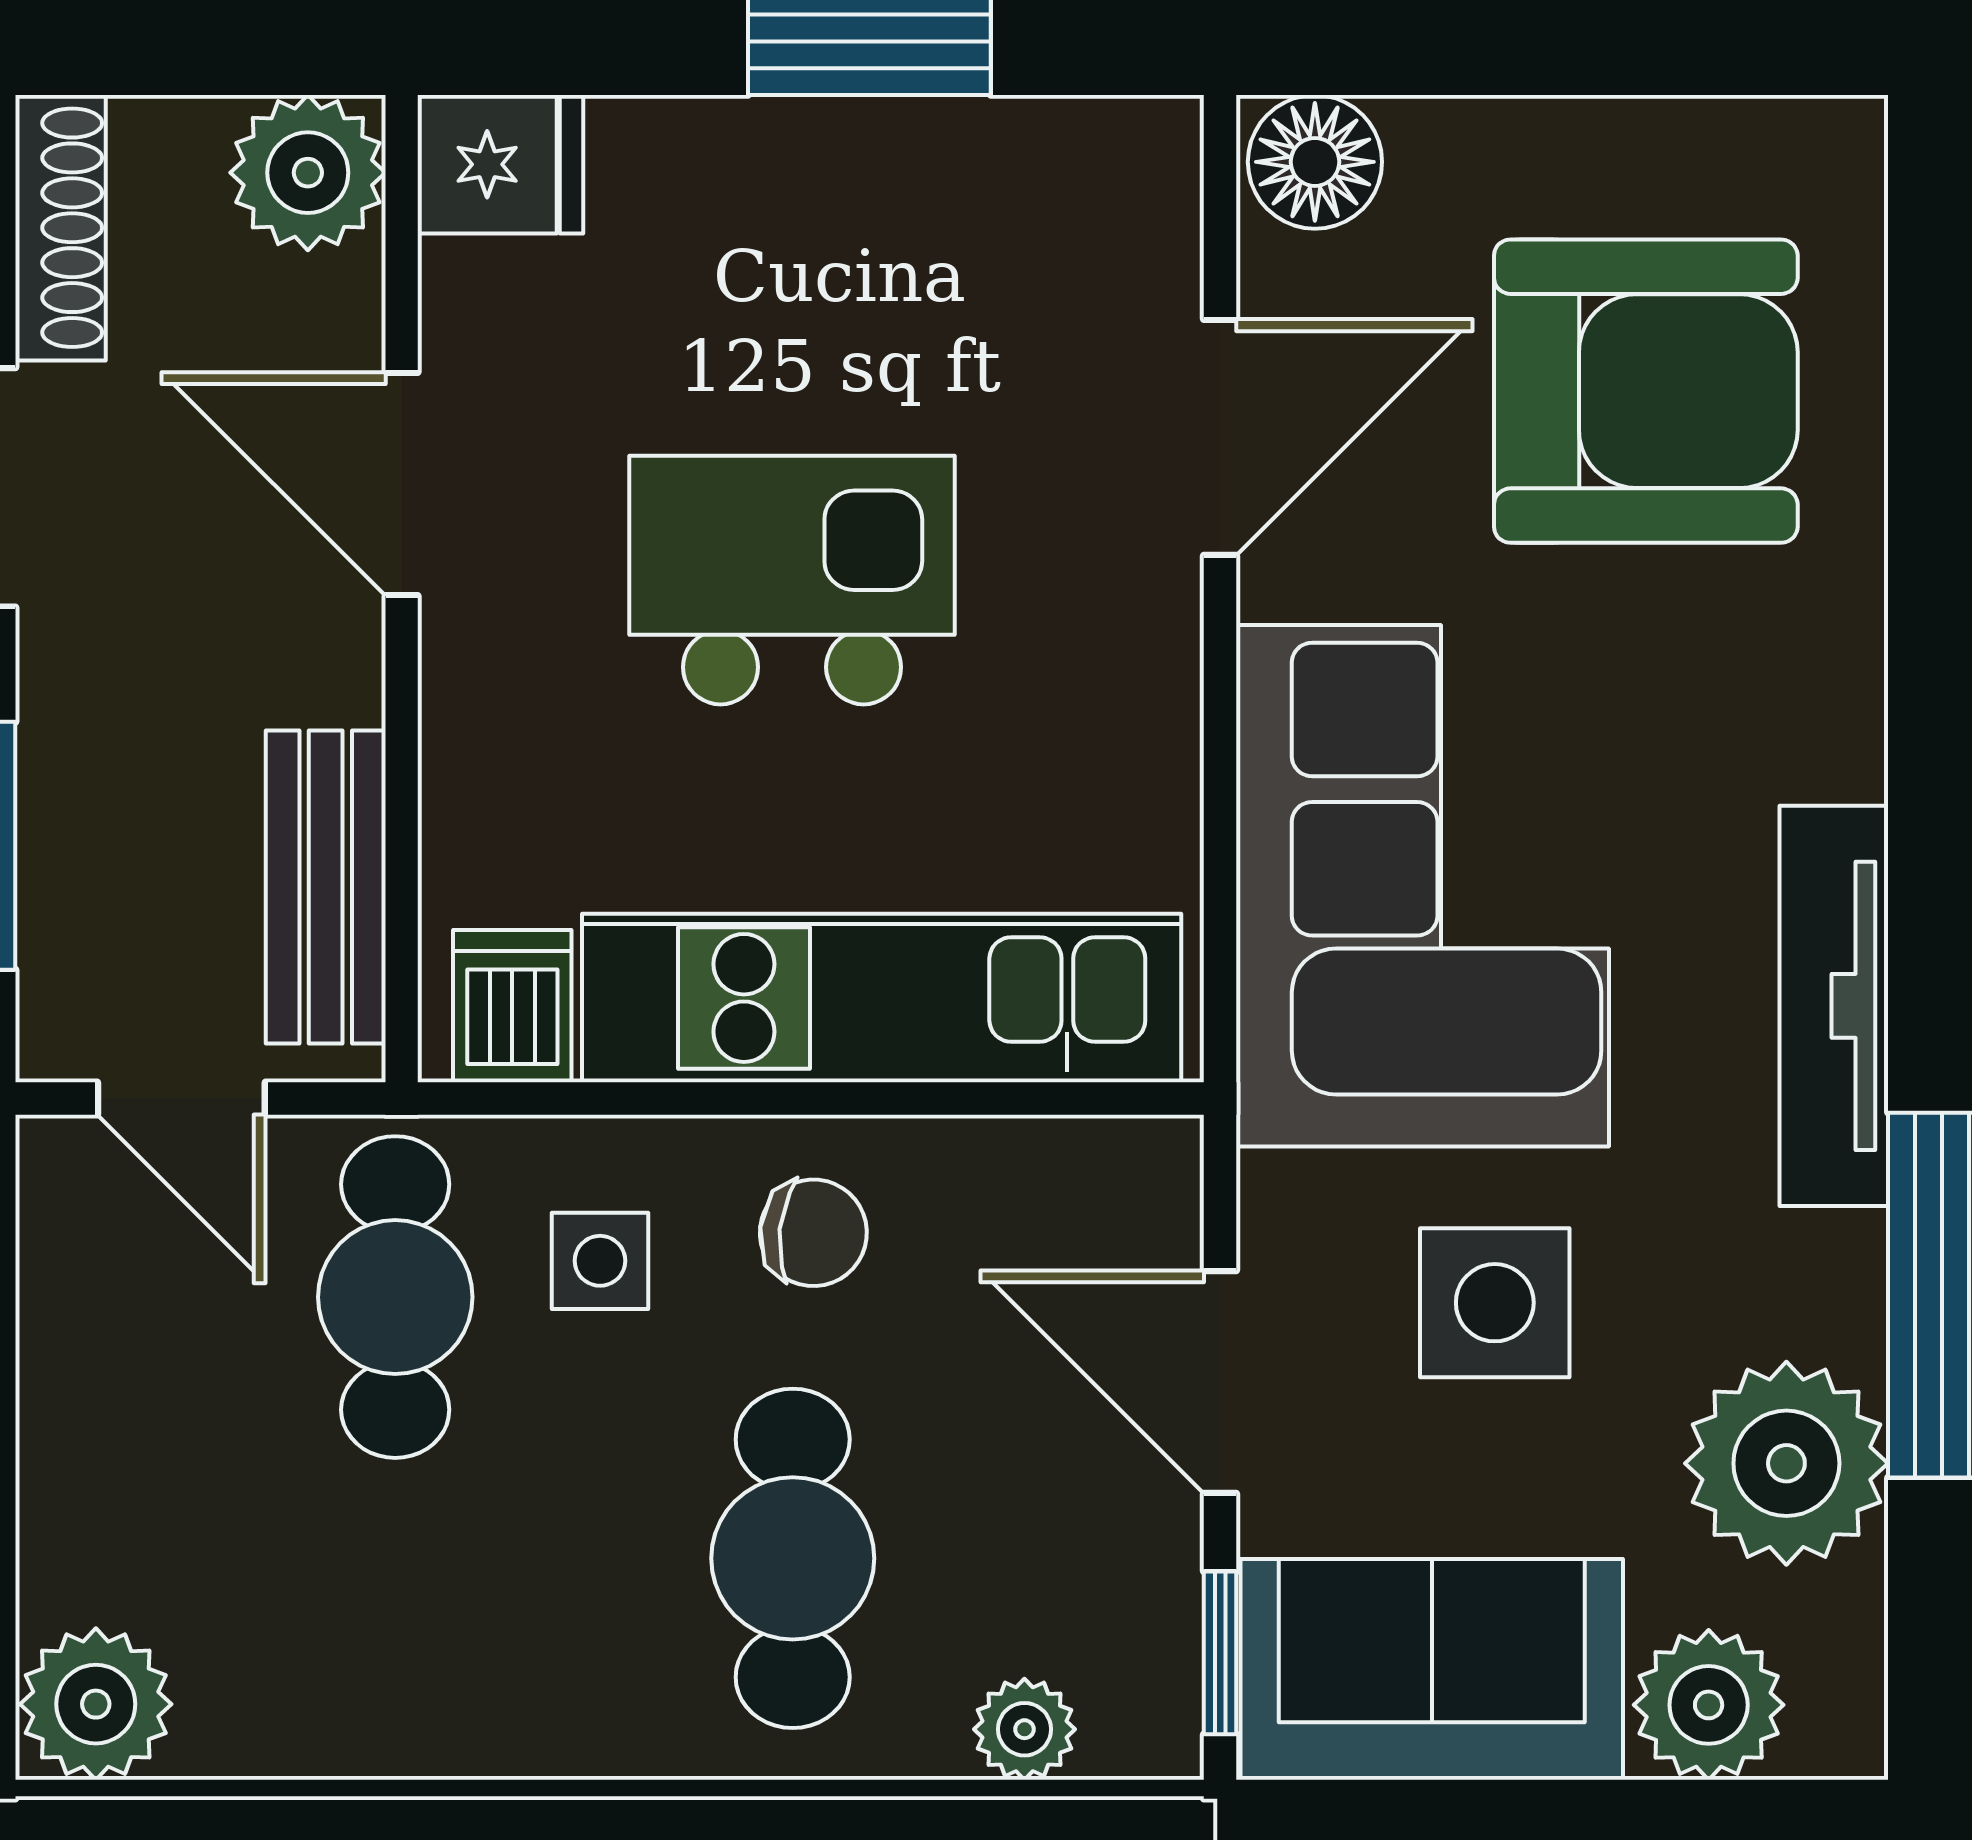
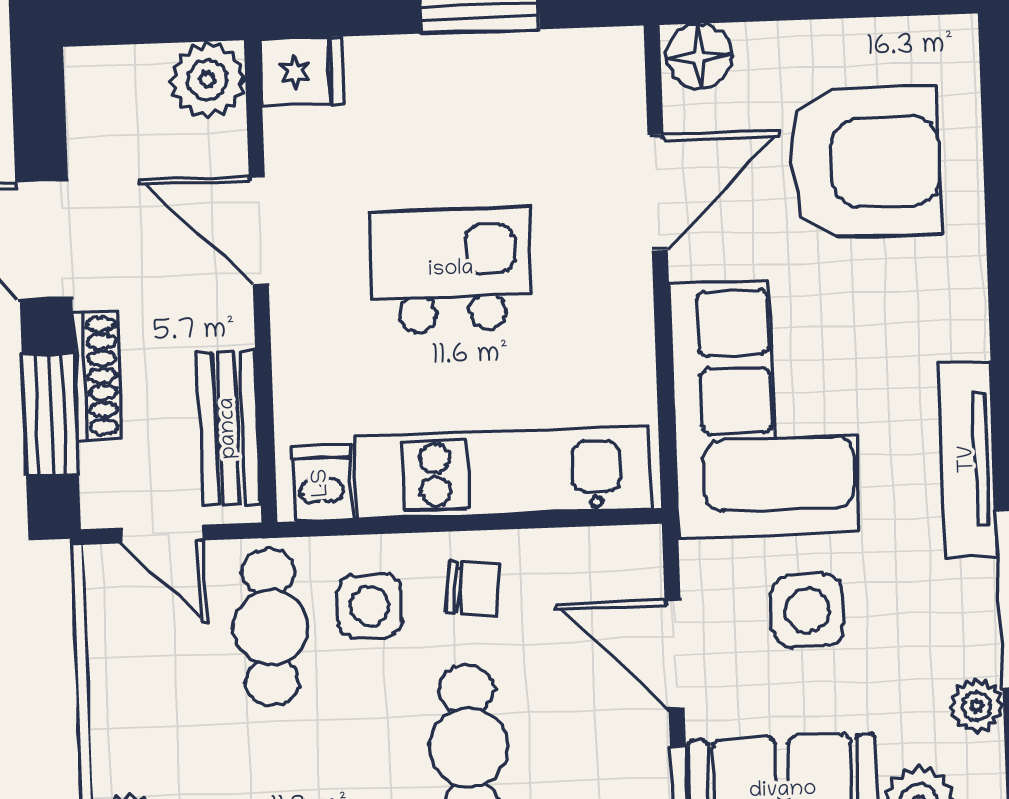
shoe rack: (60, 228) -> (97, 376), moved
side table: (600, 1261) -> (370, 606), width x1.37, depth x1.37
plant: (1786, 1463) -> (977, 706), width x0.53, depth x0.53

